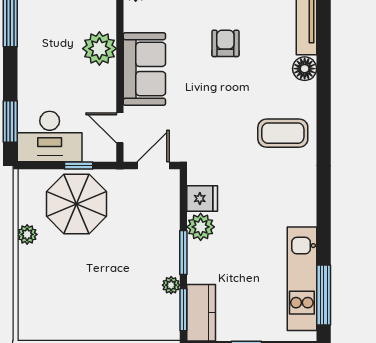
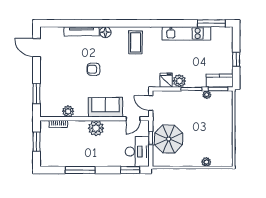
plant: (27, 234) -> (206, 162), moved
kitchen unit: (302, 279) -> (186, 33), moved

